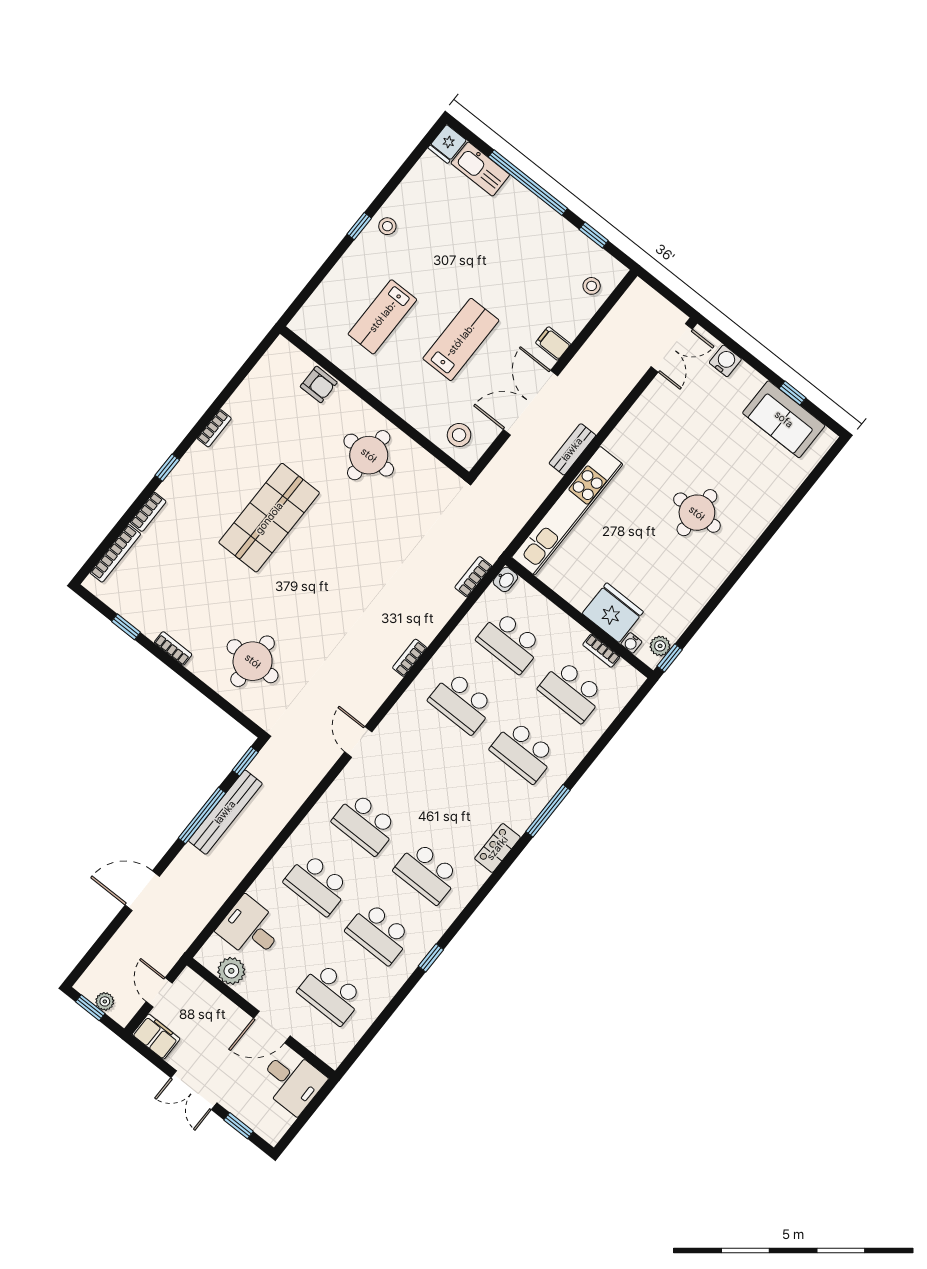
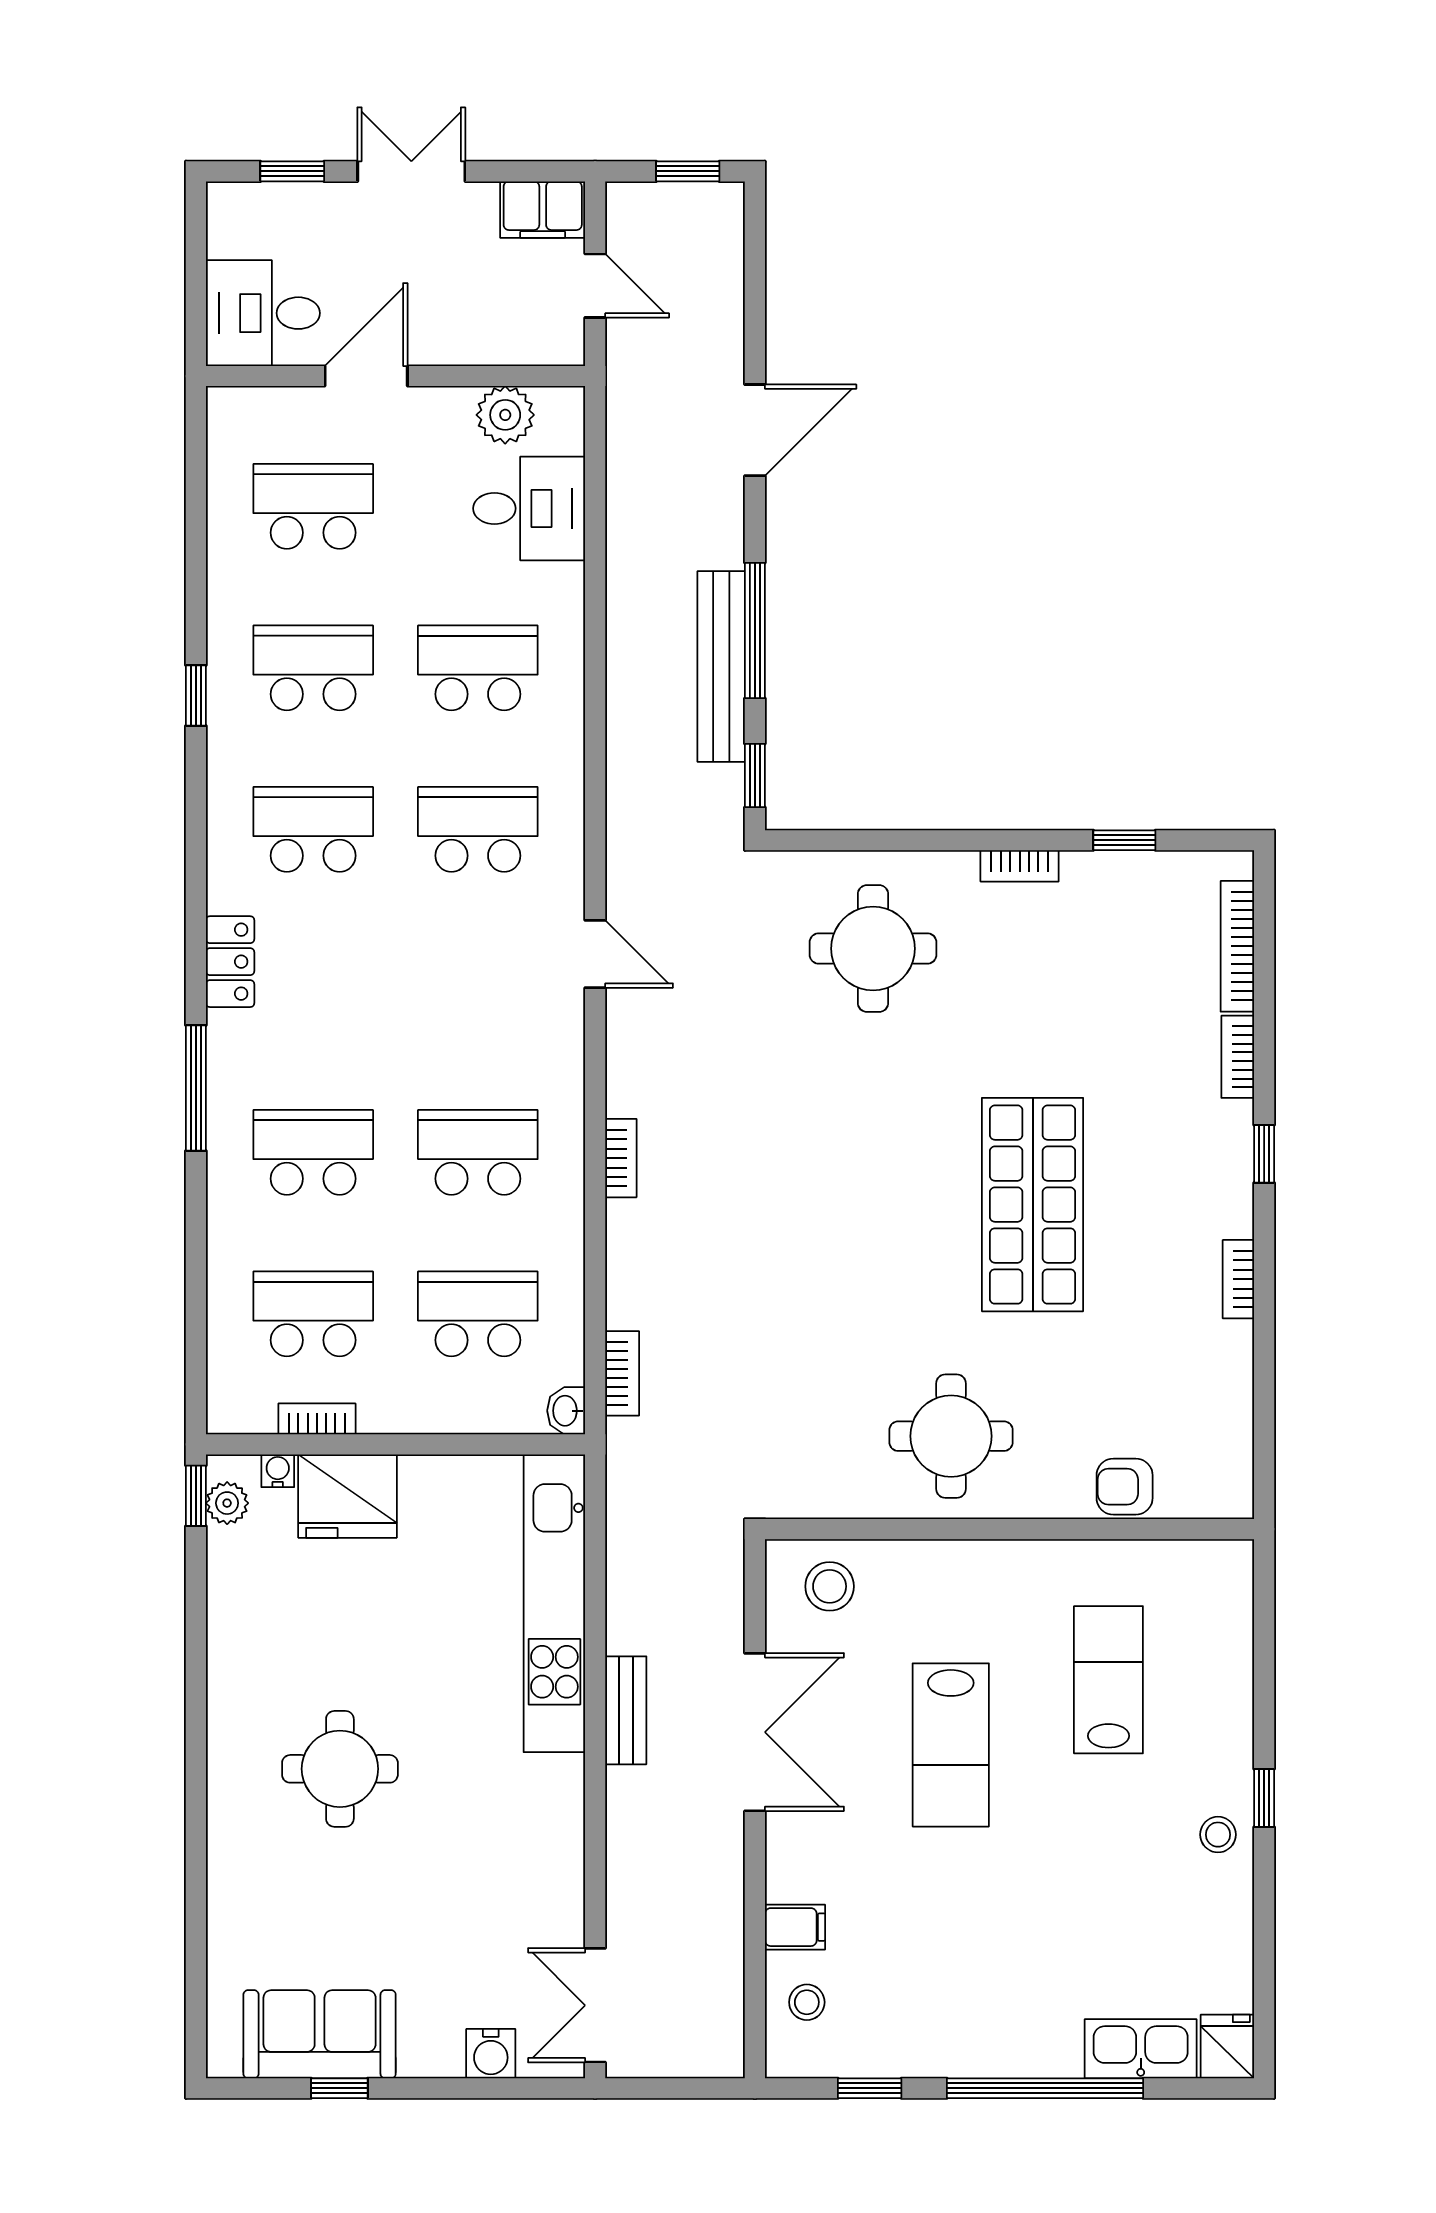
filing cabinet: (553, 343) -> (795, 1927), moved
plant: (105, 1001) -> (672, 200), removed

